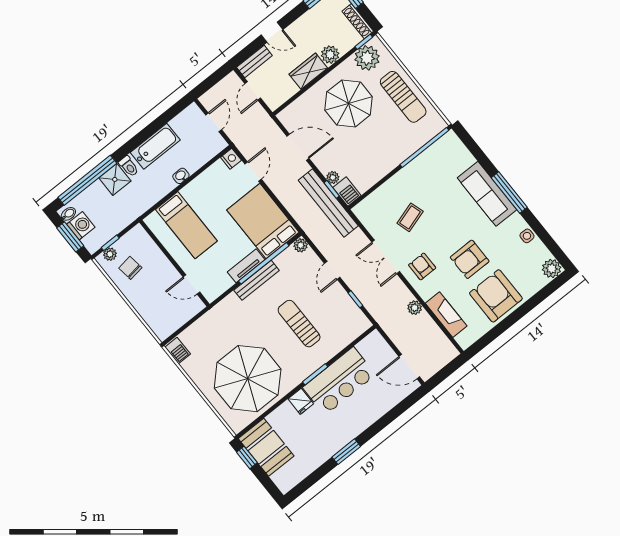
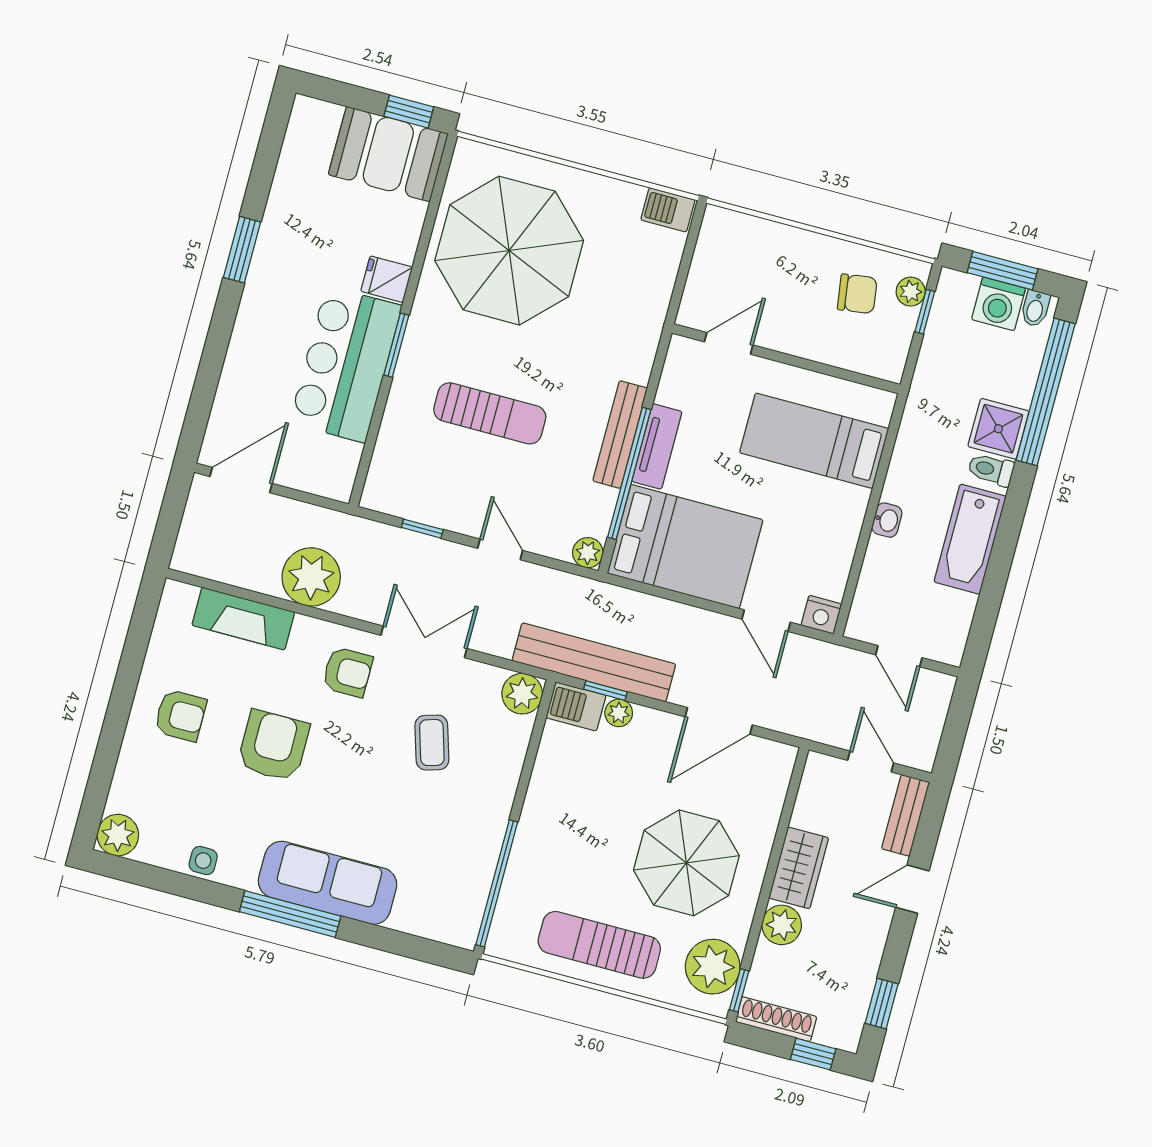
plant: (363, 211) -> (522, 694), added
armchair: (496, 296) -> (180, 715), width x0.53, depth x0.53
plant: (415, 308) -> (311, 577), width x1.88, depth x1.88

